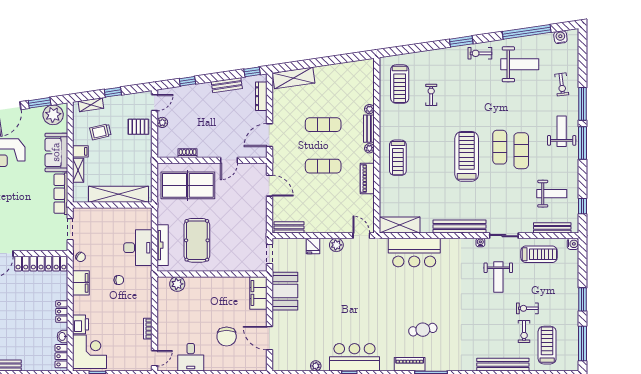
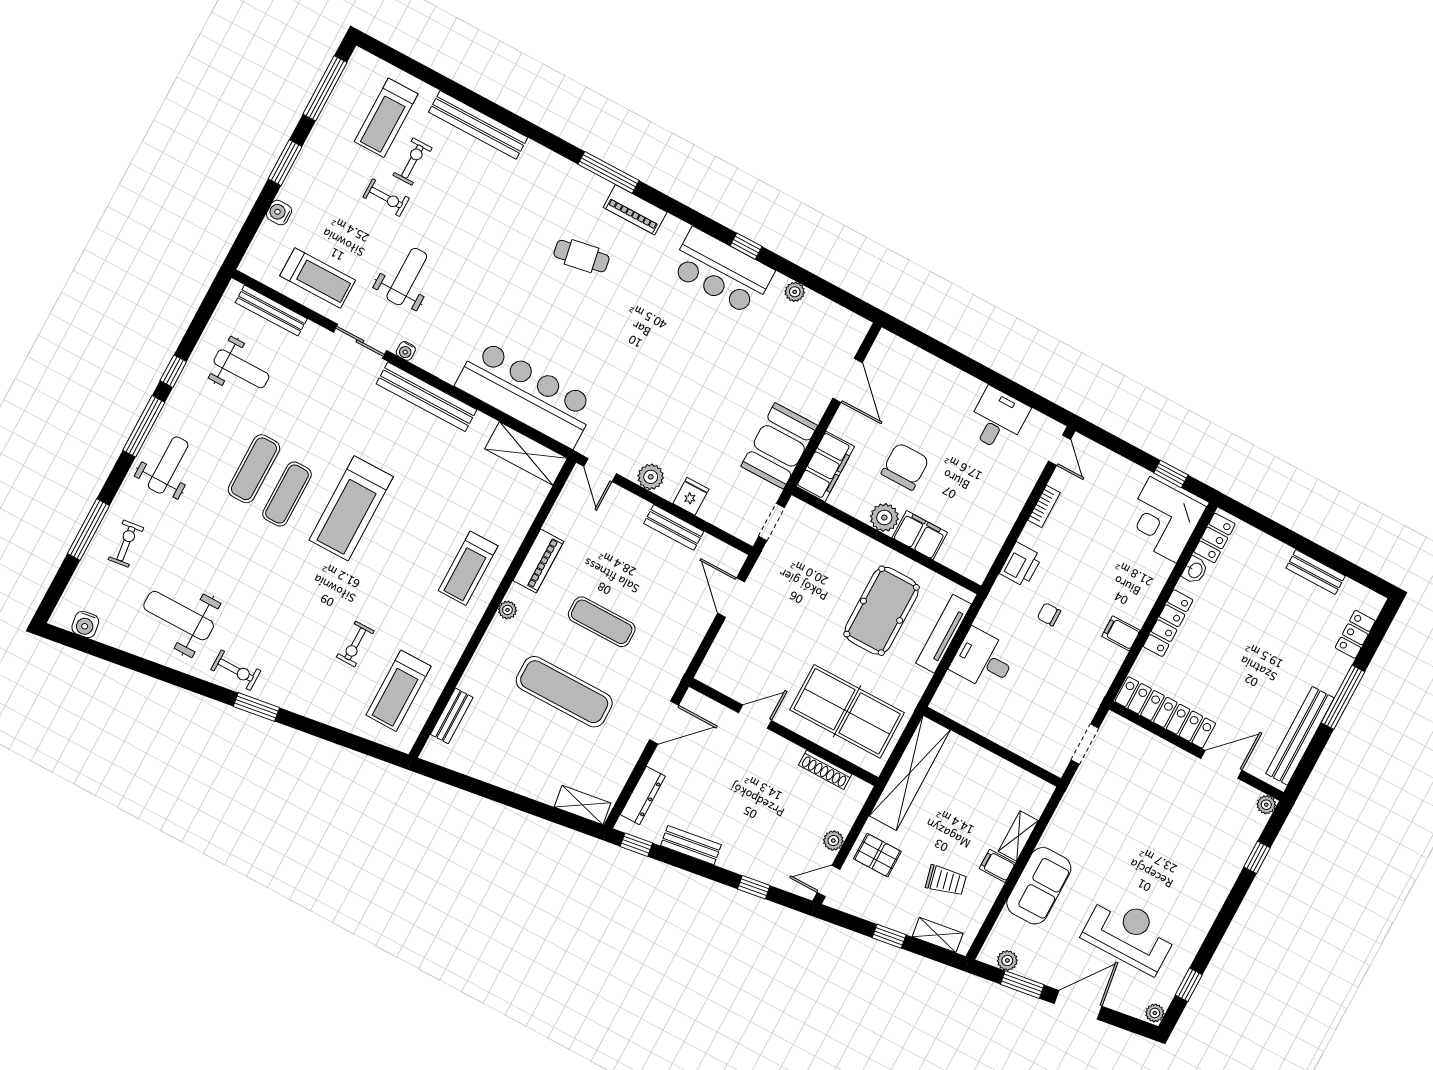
window: (527, 32) -> (138, 664), removed
shelving: (294, 78) -> (583, 805), width x0.67, depth x0.75
treadmill: (400, 84) -> (399, 691), turned 180
window: (582, 104) -> (88, 529), moved
plant: (369, 109) -> (472, 676), removed
plant: (53, 115) -> (1007, 960), width x0.53, depth x0.53
exercise mat: (323, 125) -> (564, 692), width x1.36, depth x1.45
bench: (369, 129) -> (452, 716), moved
weight bench: (562, 131) -> (168, 465), turned 180
shoe rack: (188, 153) -> (825, 770), width x1.43
treadmill: (398, 158) -> (468, 568), turned 180
door: (269, 186) -> (731, 598), moved
row of seats: (61, 194) -> (1069, 812), removed
shelving: (119, 194) -> (910, 773), moved, turned 90
weight bench: (552, 194) -> (241, 369), turned 180
window: (582, 206) -> (173, 371), moved
bench: (289, 227) -> (674, 527), moved
water cooler: (573, 244) -> (279, 213), moved
desk: (138, 248) -> (983, 660), width x0.73
bar counter: (414, 253) -> (526, 394), width x1.36
treadmill: (539, 254) -> (318, 278), turned 180
chair: (81, 257) -> (1092, 688), removed
filing cabinet: (81, 283) -> (1121, 633), width x0.50
plant: (177, 284) -> (884, 518), moved
filing cabinet: (198, 285) -> (920, 535), added
locker: (62, 312) -> (1168, 623), width x1.53
printer: (81, 324) -> (1021, 565), moved, turned 180
chair: (227, 337) -> (905, 466), moved
door: (154, 358) -> (1060, 450), swing flipped

